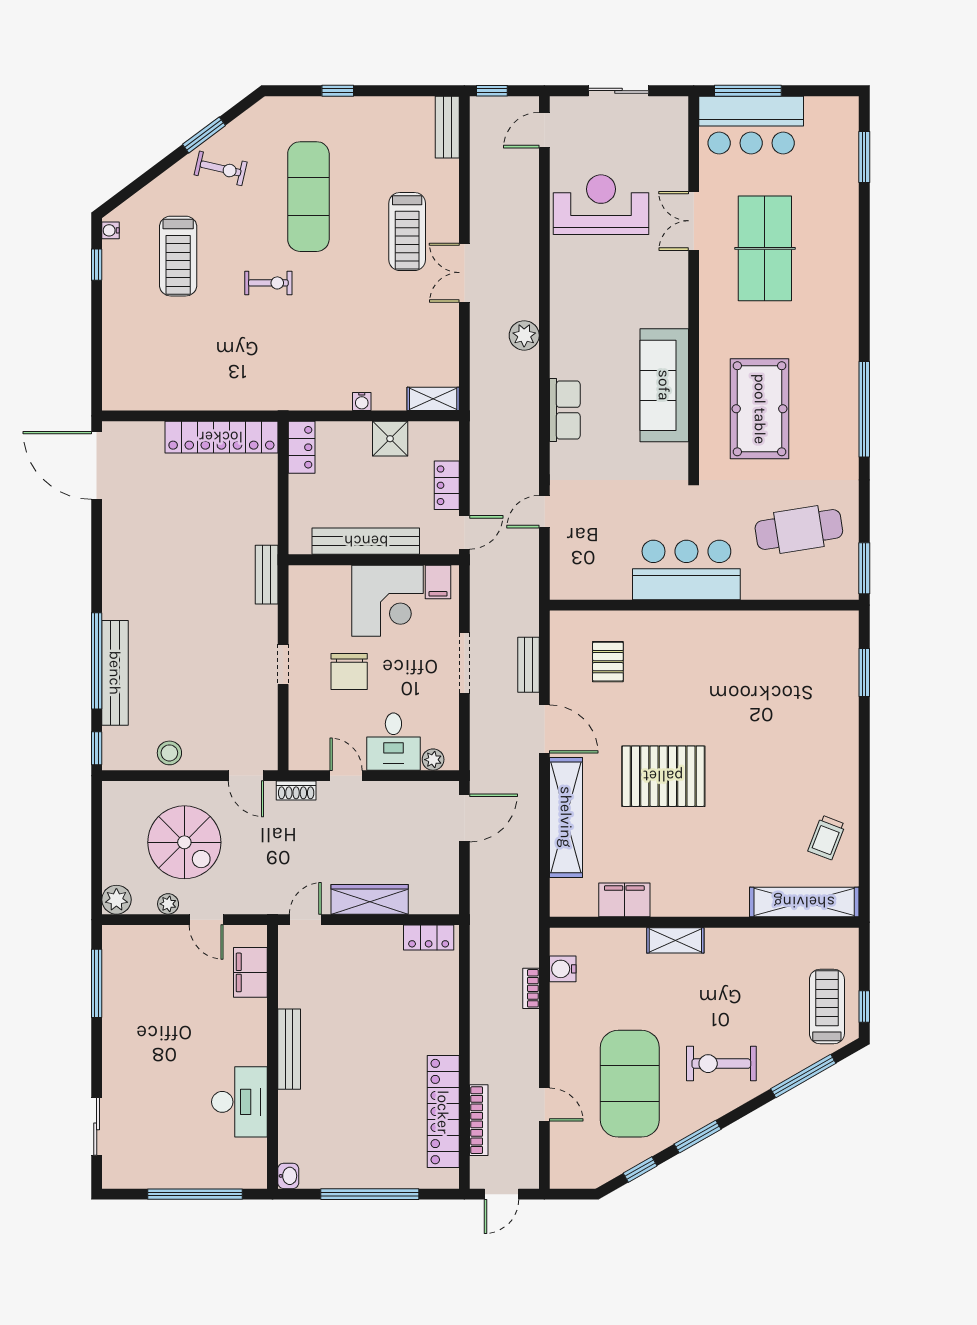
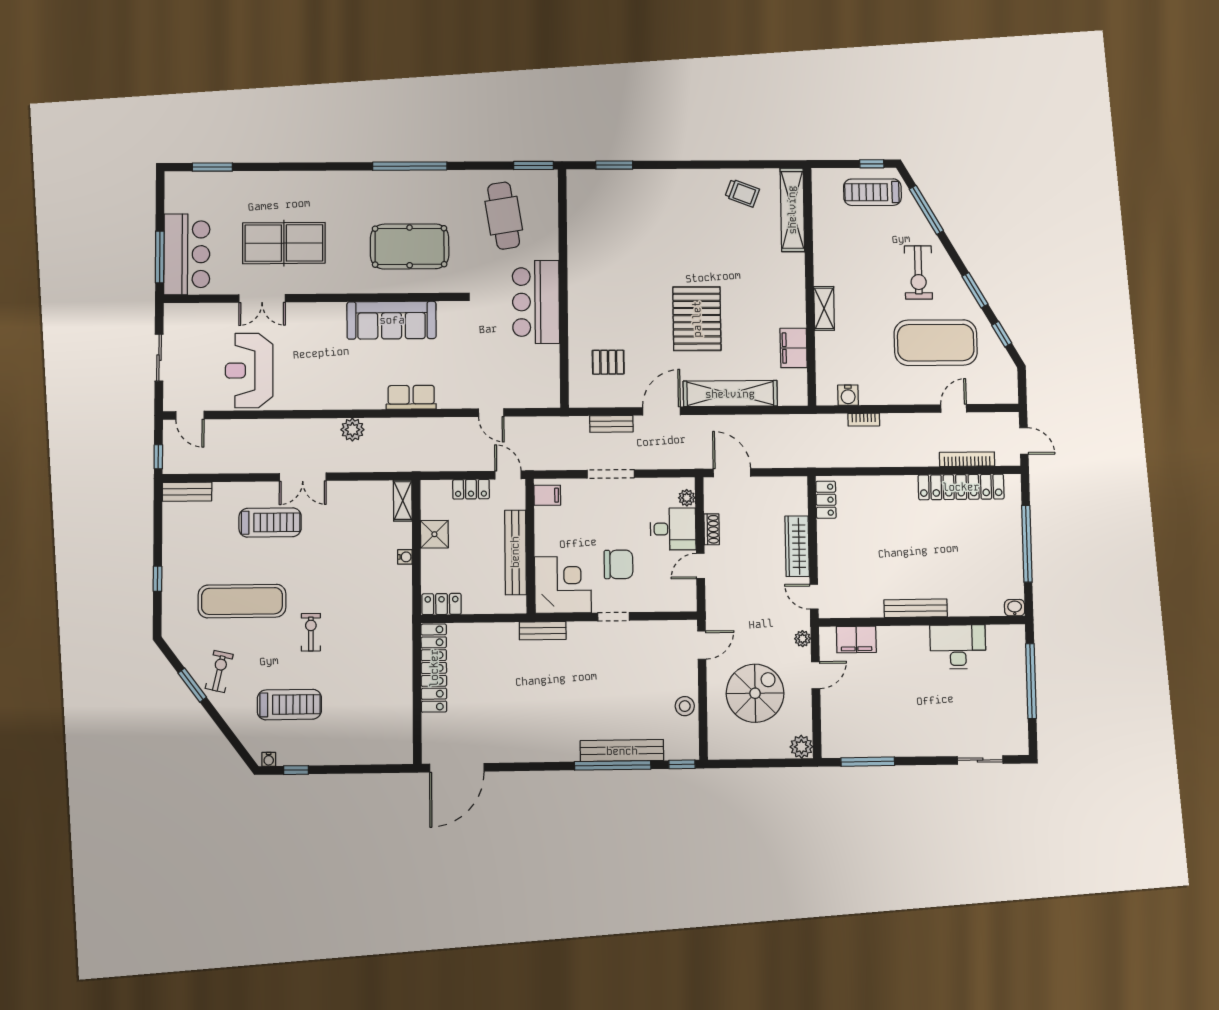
corner desk: (388, 601) -> (563, 585), moved
shoe rack: (296, 791) -> (712, 529), moved
plant: (168, 904) -> (803, 639), moved

